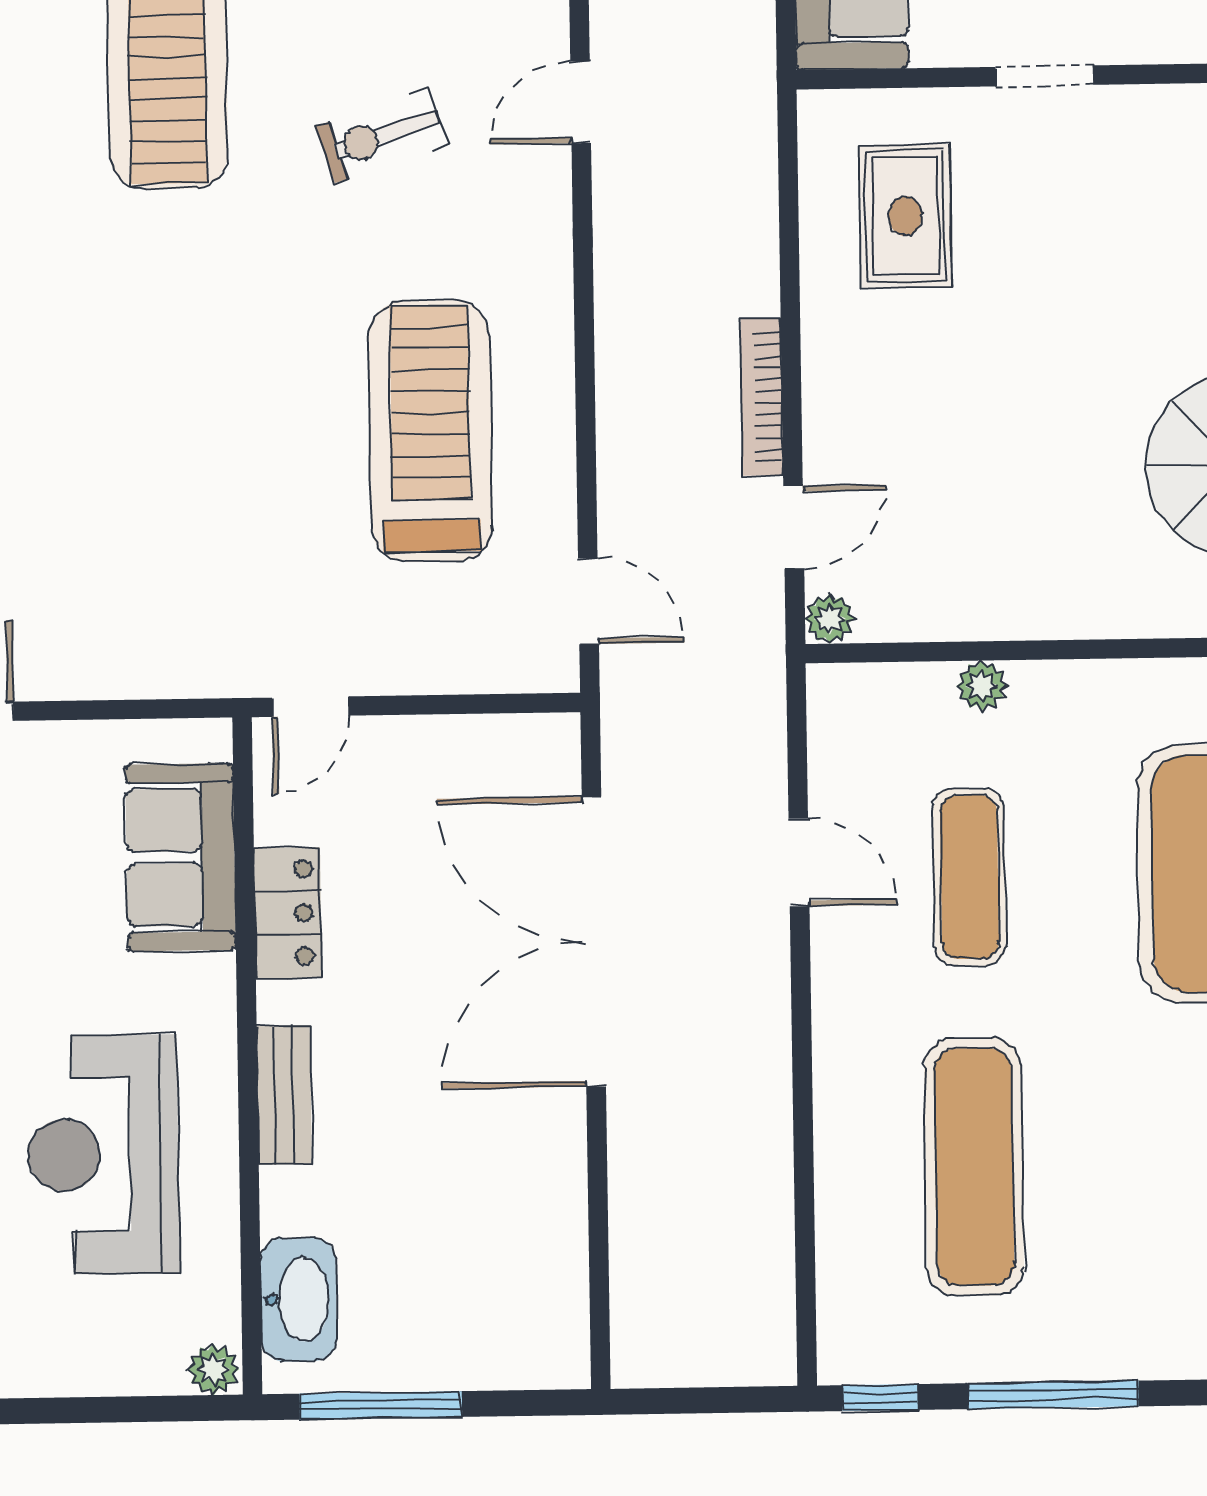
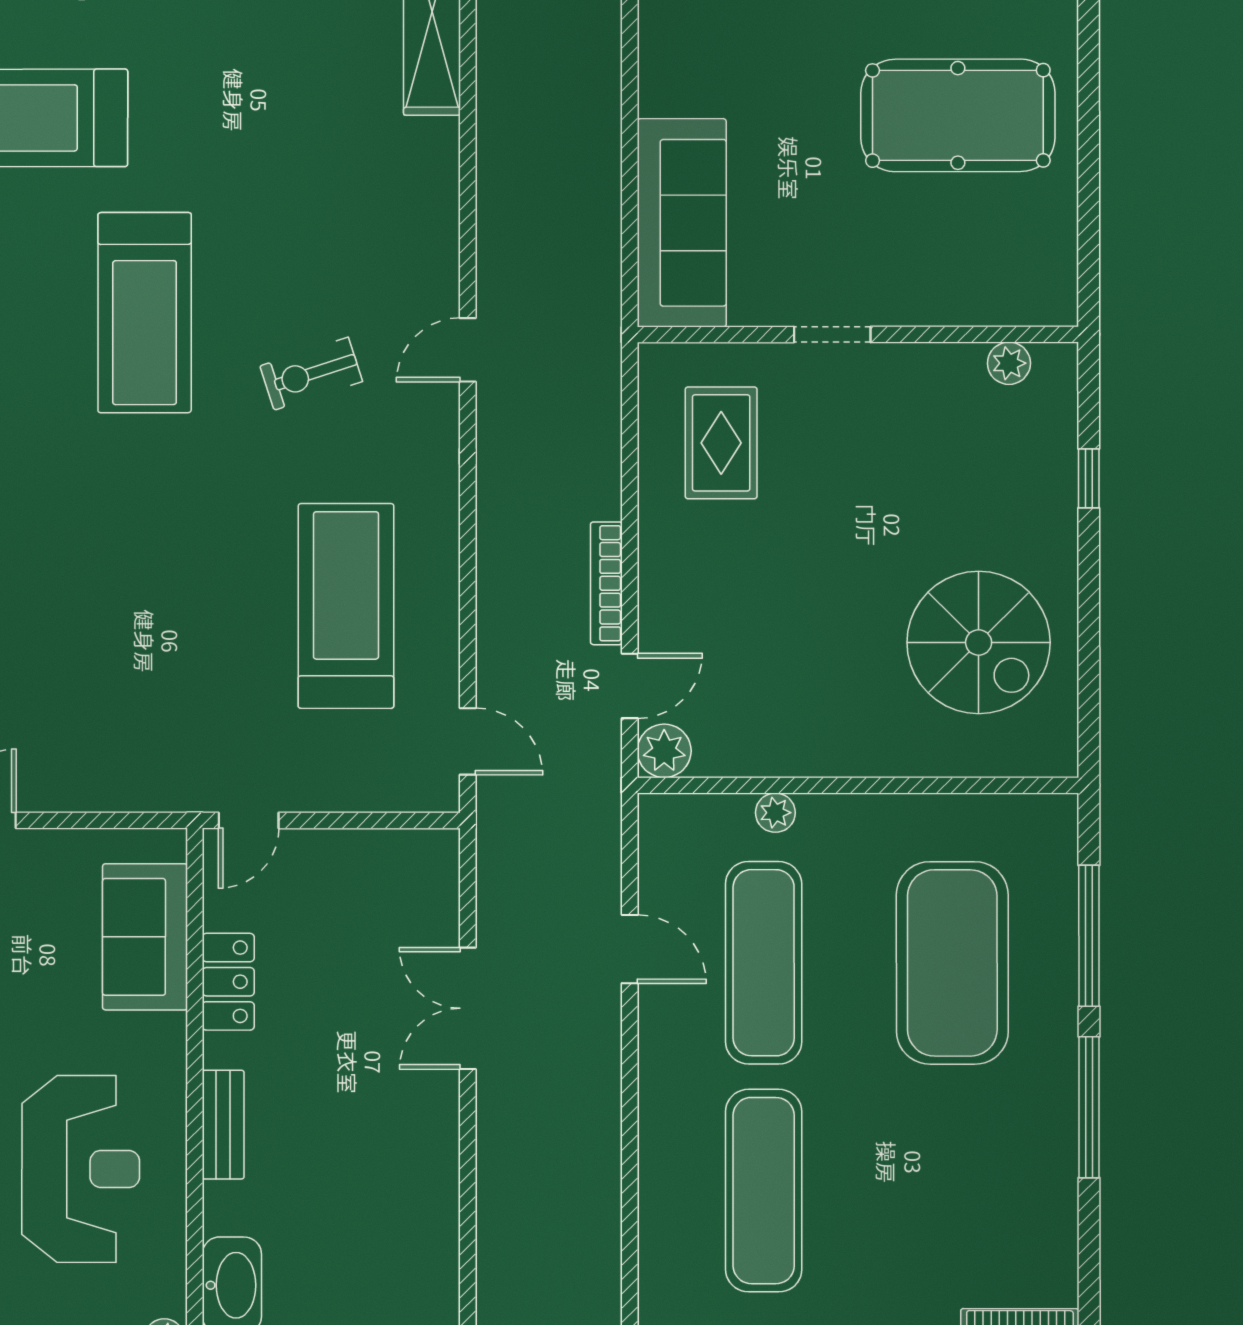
plant: (830, 619) -> (664, 751), width x1.38, depth x1.38
exercise mat: (969, 877) -> (764, 963), width x1.36, depth x1.45
double door: (594, 941) -> (468, 1008), width x0.54
reception desk: (103, 1155) -> (81, 1169), turned 180

